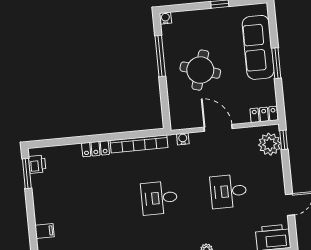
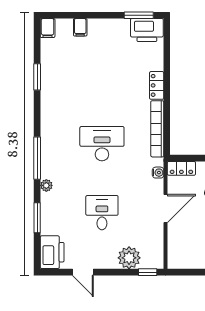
locker: (264, 114) -> (181, 168), moved, turned 90
plant: (270, 144) -> (129, 258), moved
printer: (37, 164) -> (147, 30), width x1.87, depth x1.48
desk: (159, 198) -> (102, 144), width x1.37

